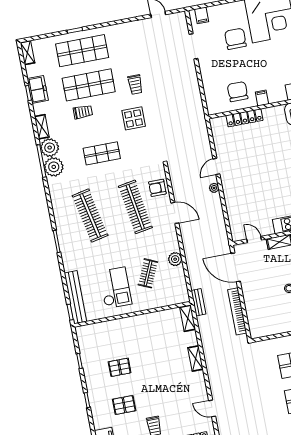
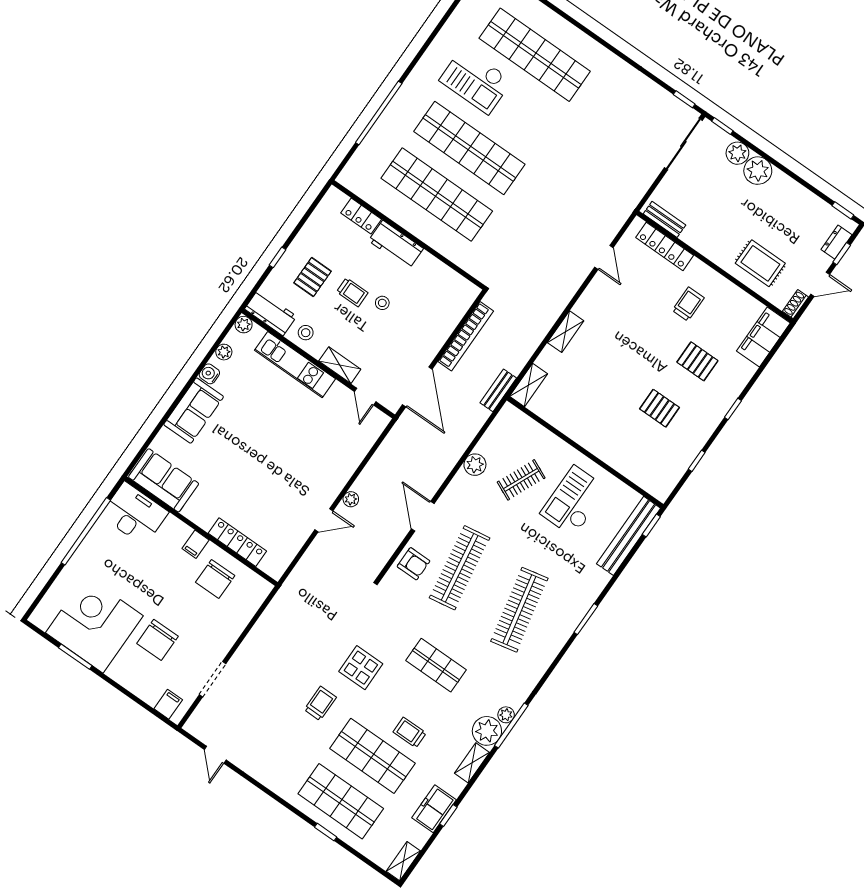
plant: (54, 167) -> (506, 715), width x0.53, depth x0.53

